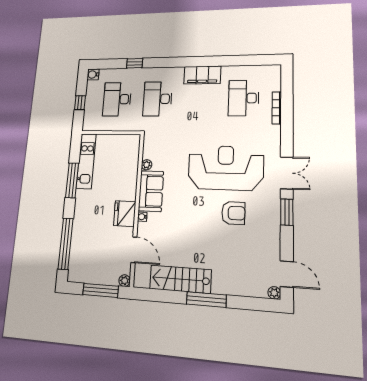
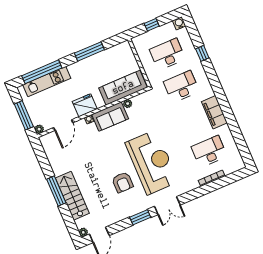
kitchen unit: (86, 161) -> (47, 82), moved
sofa: (127, 162) -> (123, 88), added
stairs: (180, 279) -> (72, 196), moved

